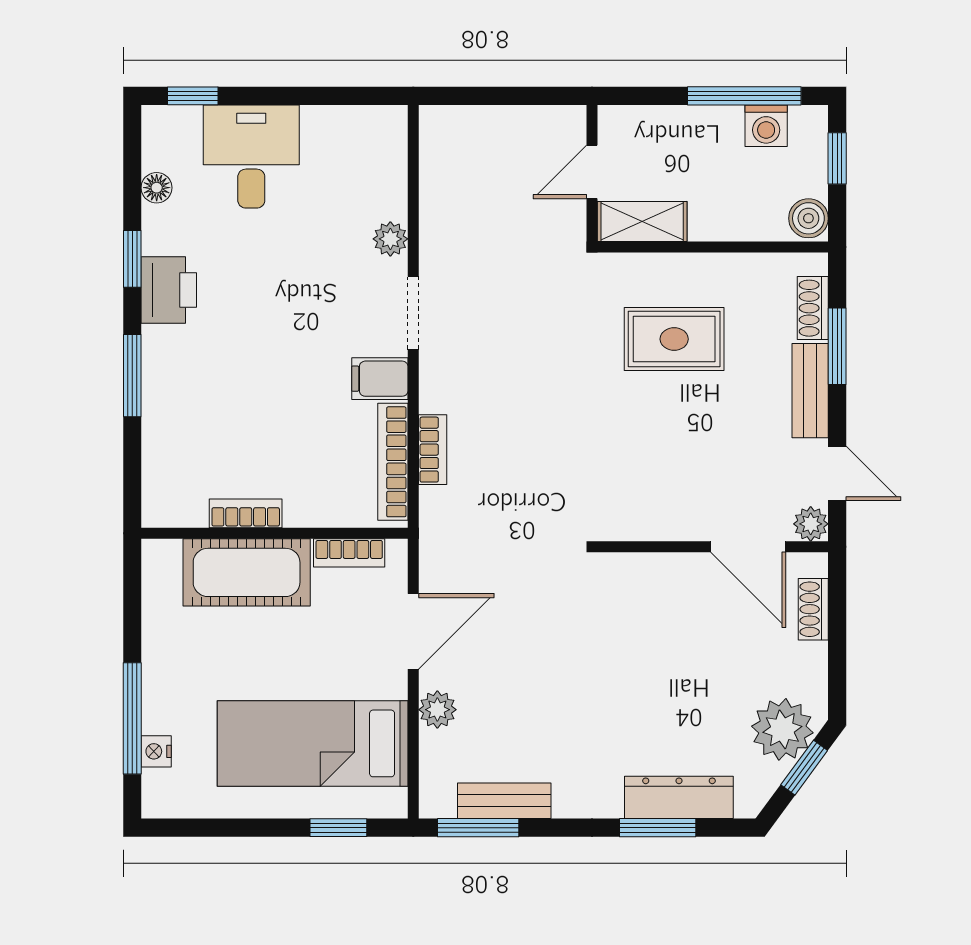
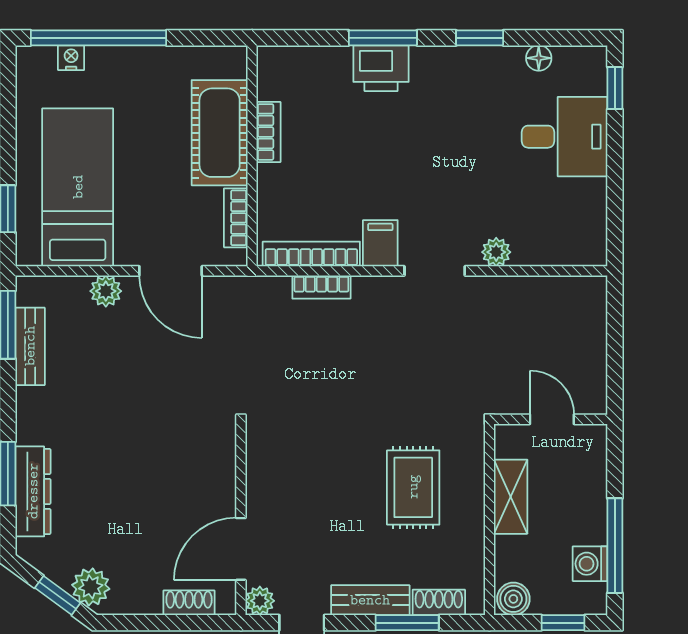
shelving: (642, 222) -> (511, 497), moved
printer: (169, 290) -> (381, 68), moved
window: (132, 718) -> (98, 38), width x1.46
plant: (782, 729) -> (91, 587), width x0.73, depth x0.73

